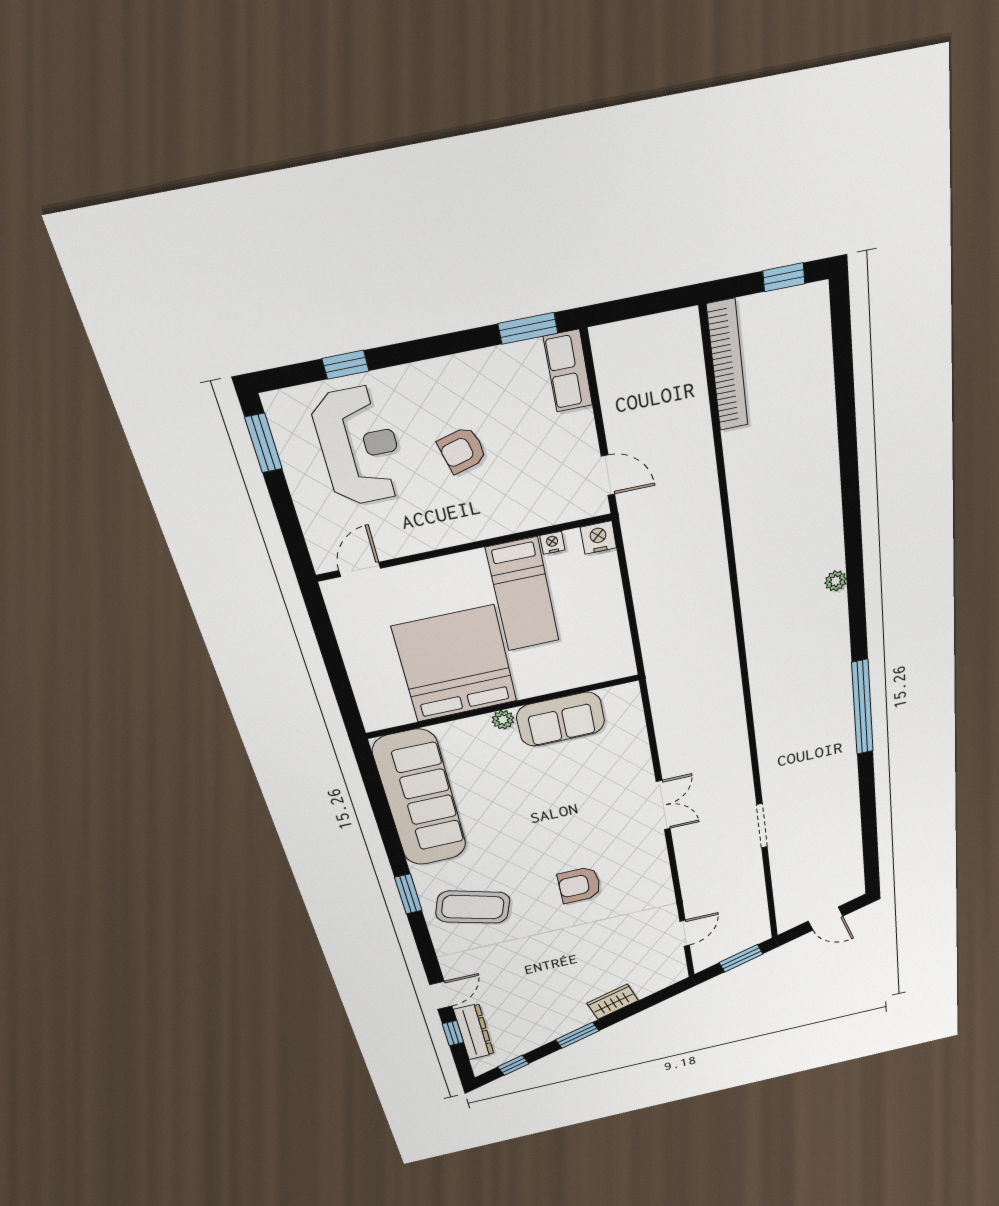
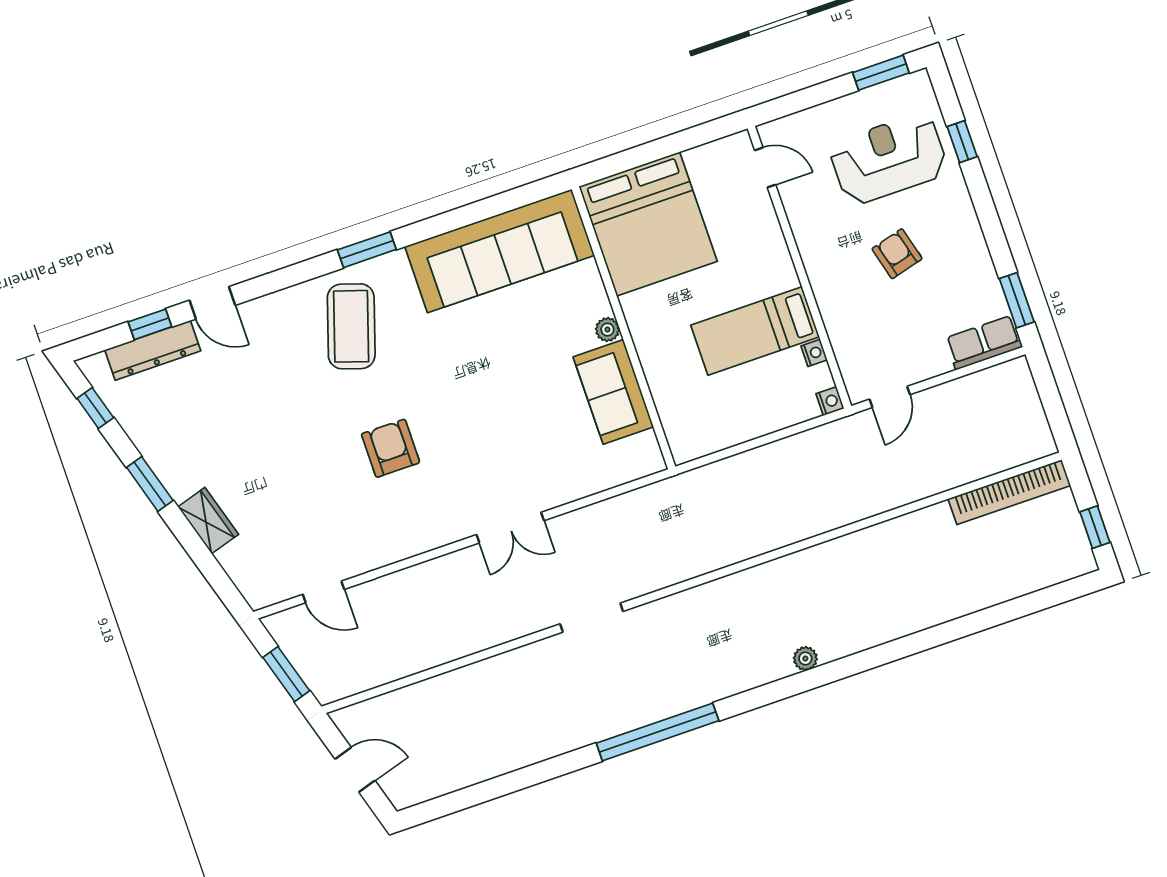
reception desk: (359, 446) -> (889, 159), turned 180
nightstand: (598, 538) -> (830, 401), width x0.72, depth x0.74
bed: (455, 664) -> (648, 224), moved, turned 90
doorway: (762, 826) -> (592, 618), moved
door: (825, 919) -> (355, 770), swing flipped

